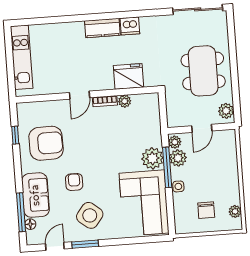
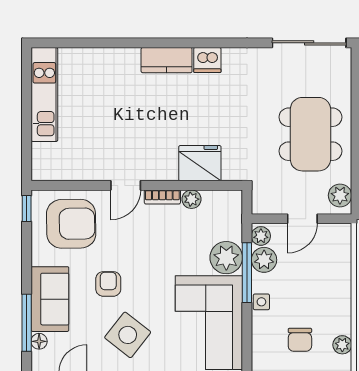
fridge: (128, 76) -> (200, 163), moved
door: (80, 95) -> (126, 185), moved
wall: (87, 95) -> (137, 185), moved
bookcase: (105, 101) -> (162, 197), moved
plant: (125, 101) -> (191, 199), moved

